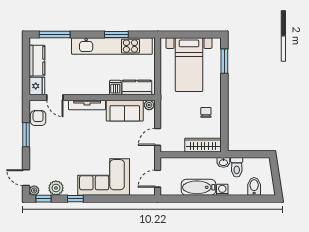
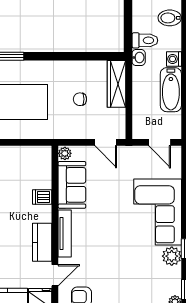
kitchen counter: (137, 88) -> (42, 242), moved
chair: (206, 112) -> (80, 99), moved
plant: (56, 188) -> (172, 256), moved

